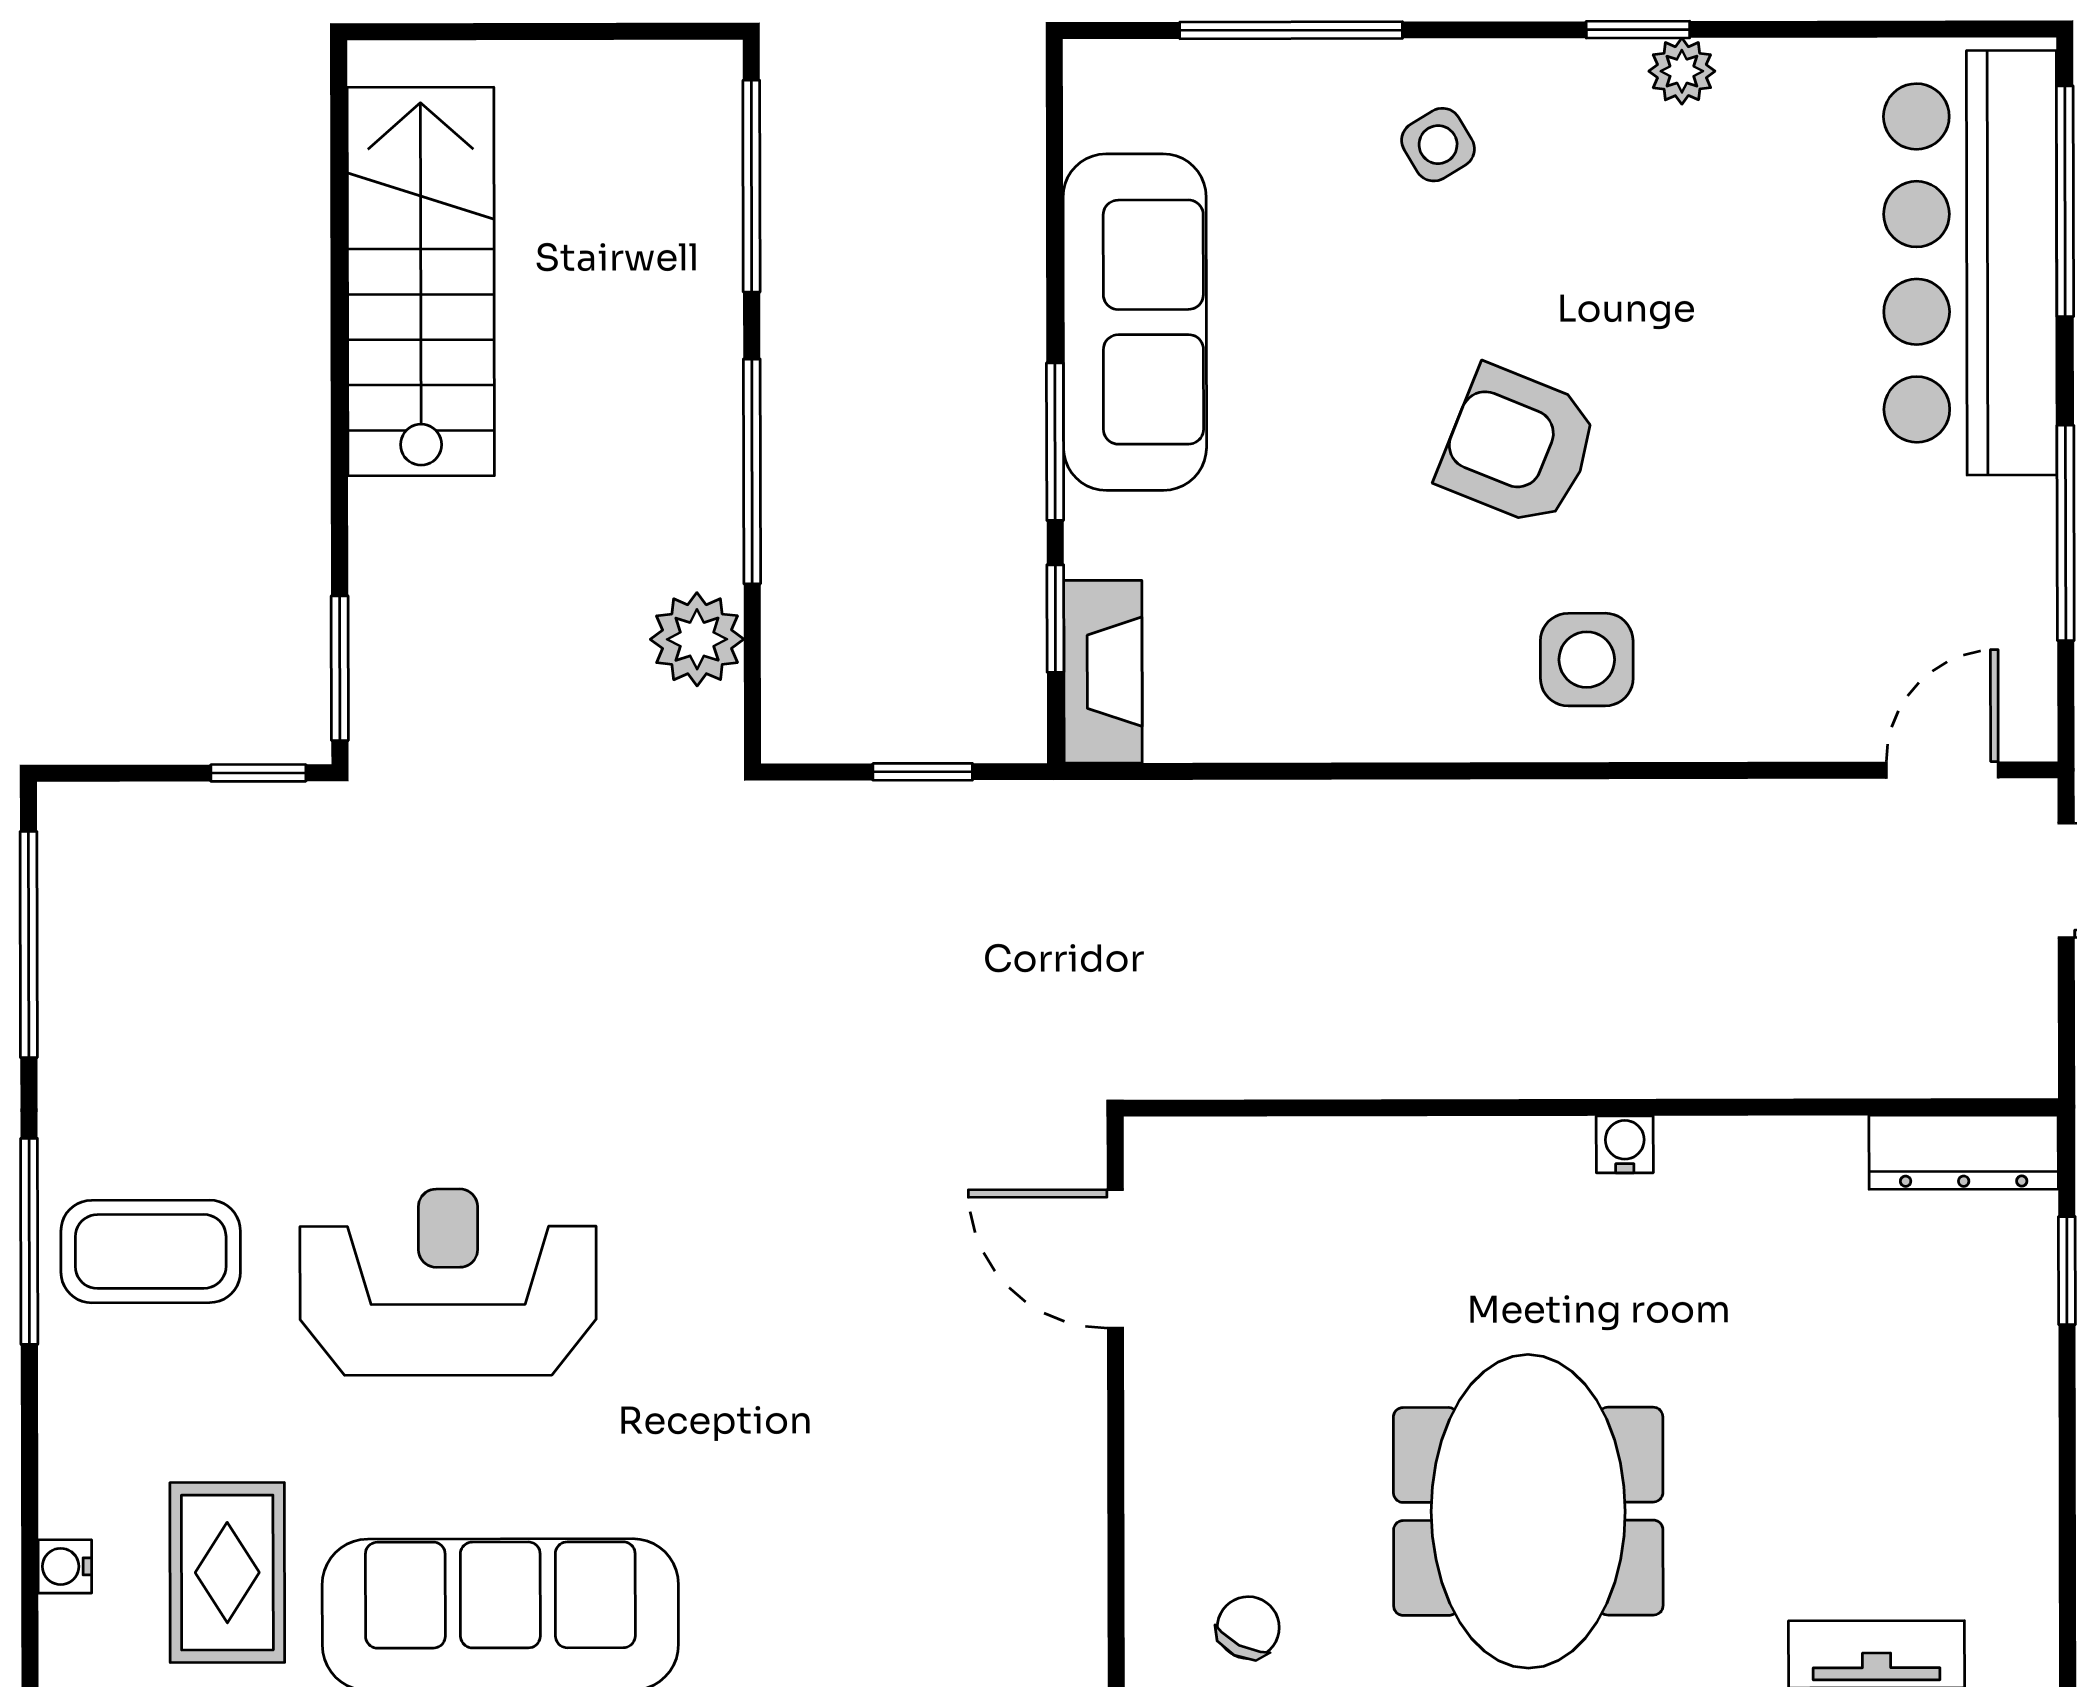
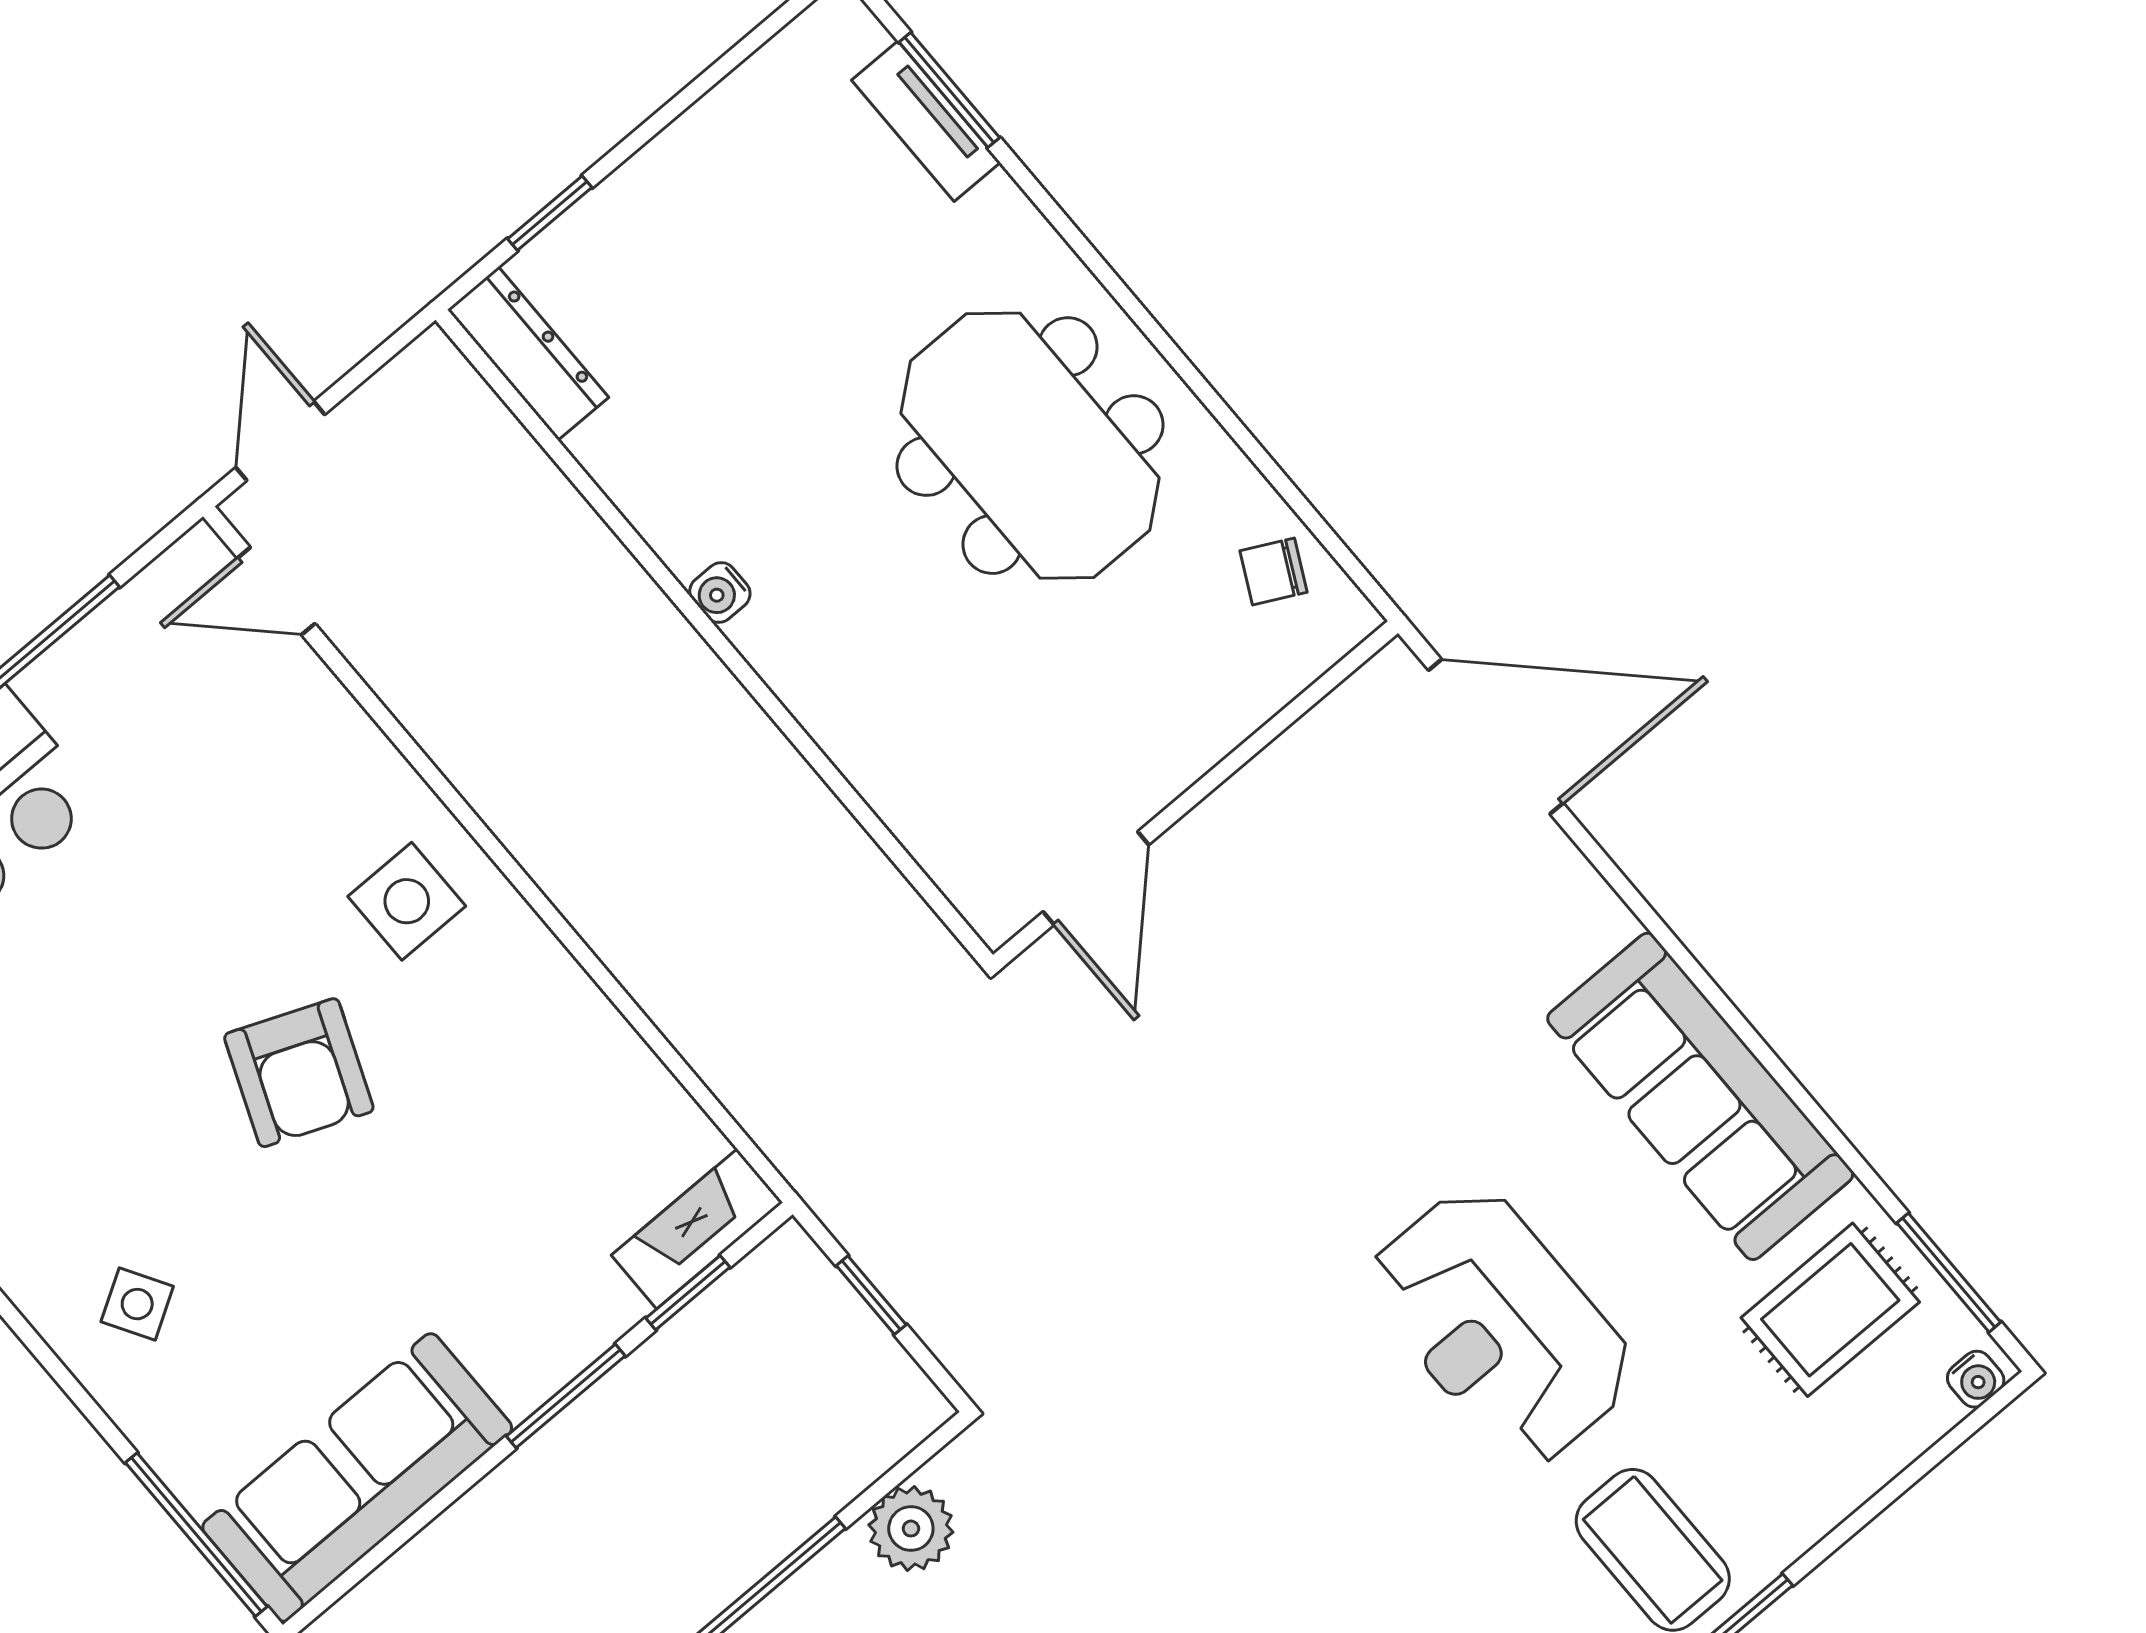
window: (1291, 30) -> (196, 1535), moved
sofa: (1135, 322) -> (357, 1477), moved
meeting table: (1528, 1511) -> (1030, 446), turned 90
water cooler: (65, 1566) -> (1976, 1379), moved

